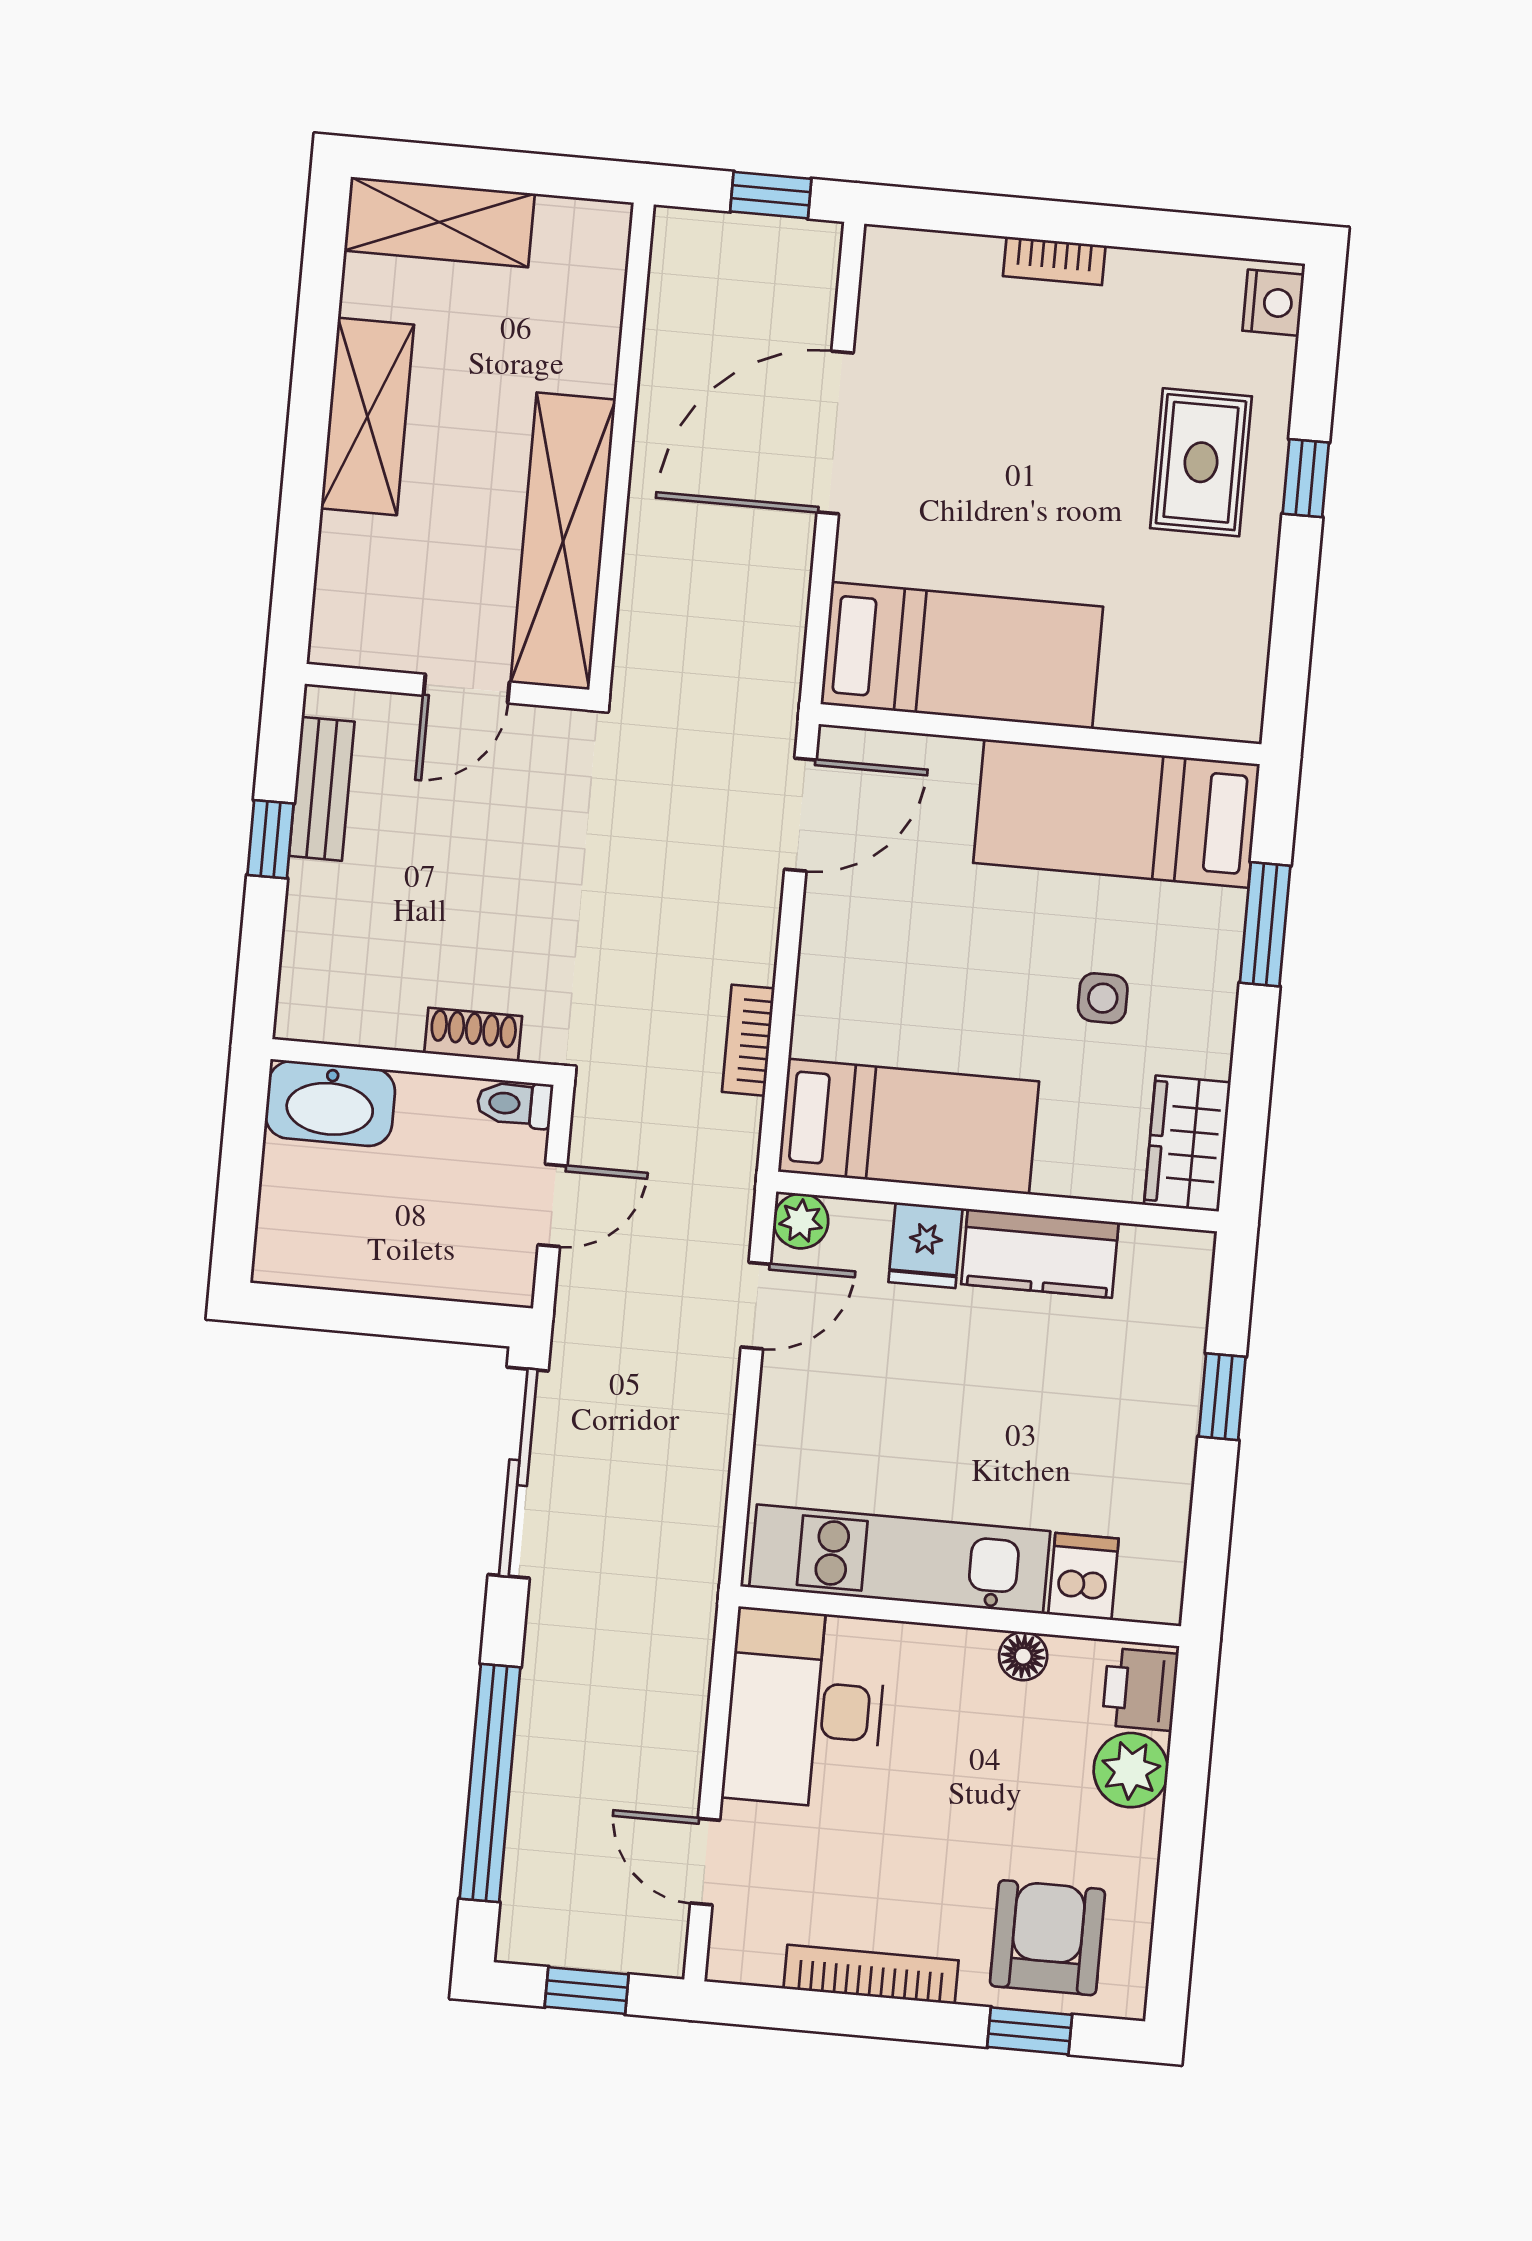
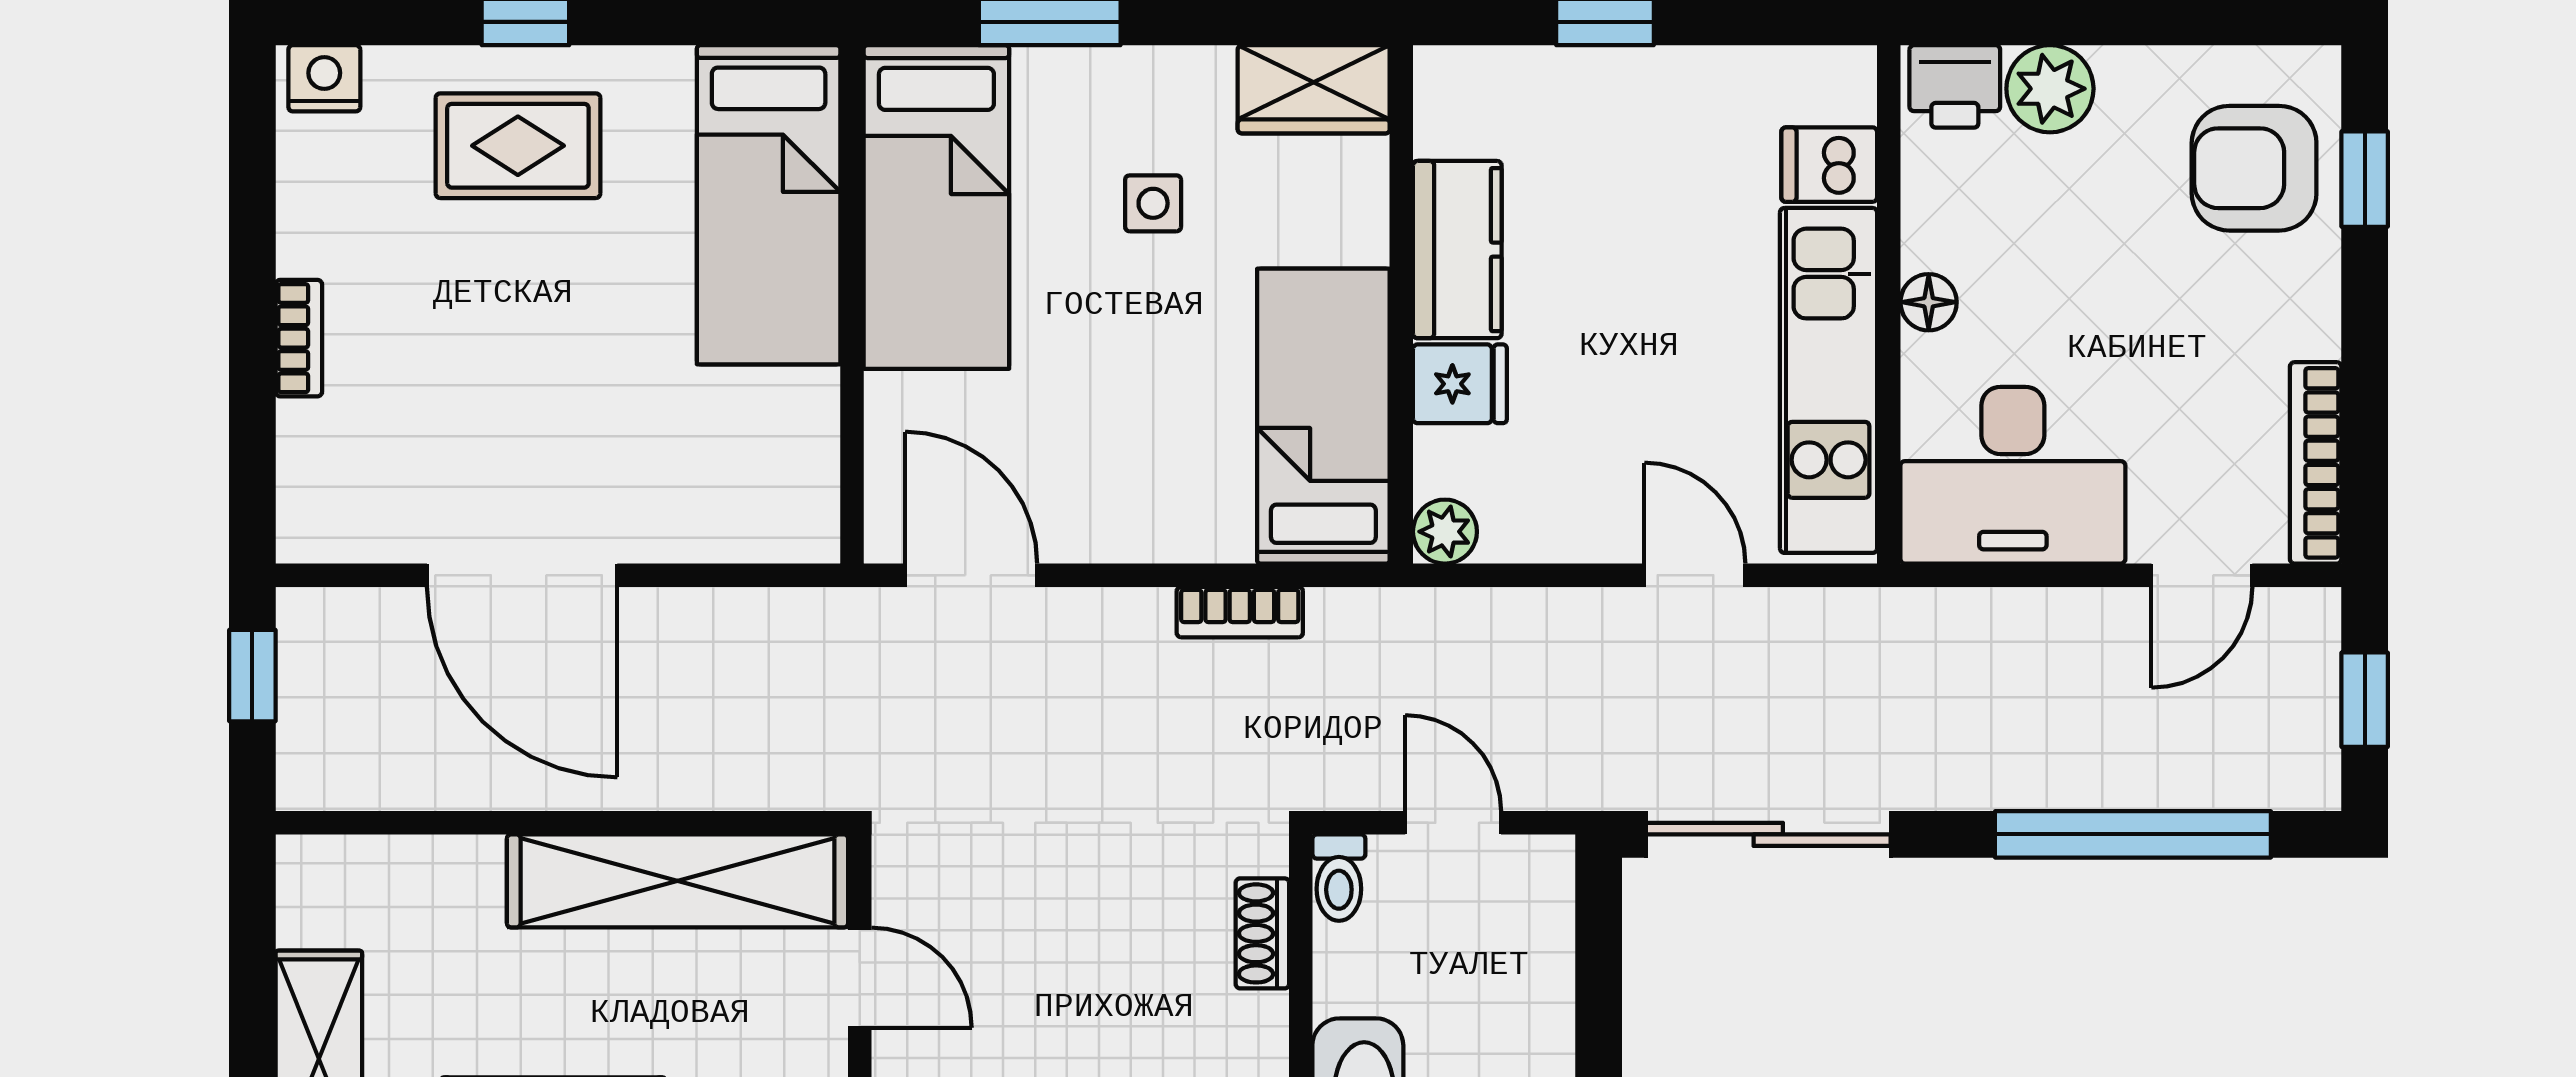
bed: (962, 655) -> (769, 205), moved, turned 180
door: (756, 1306) -> (1695, 575), moved
floor lamp: (1023, 1656) -> (1929, 302), moved
bookcase: (871, 1974) -> (2316, 463), moved

